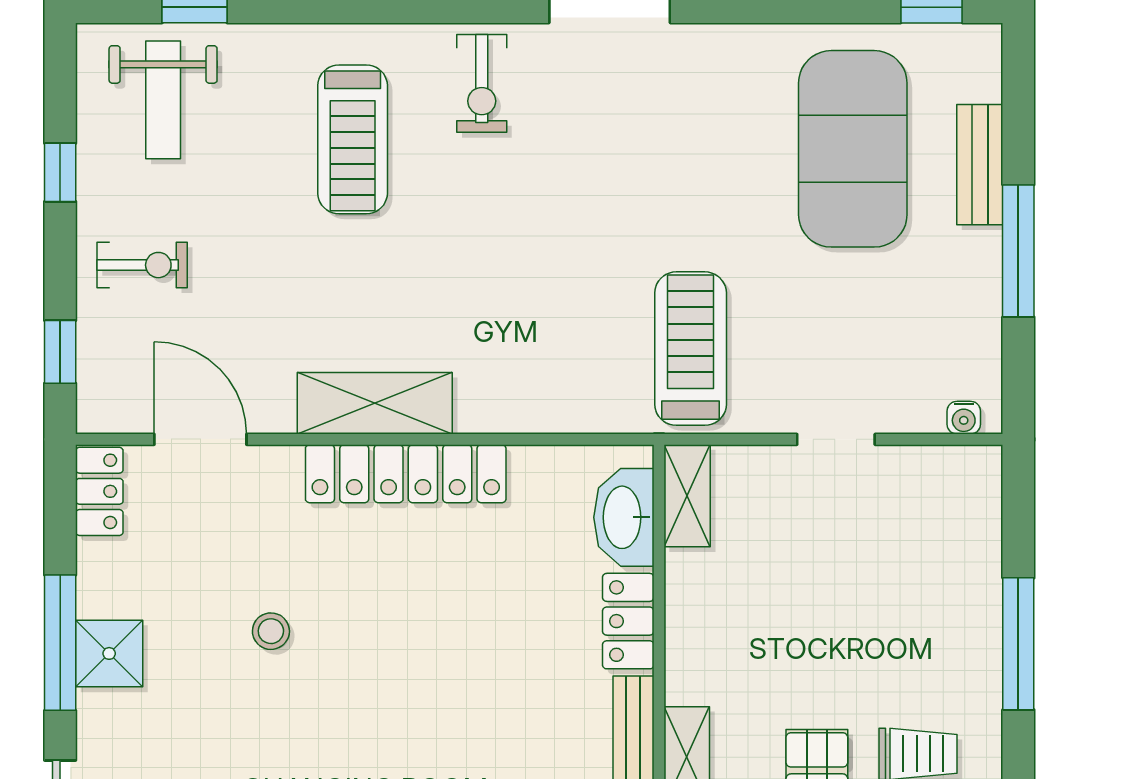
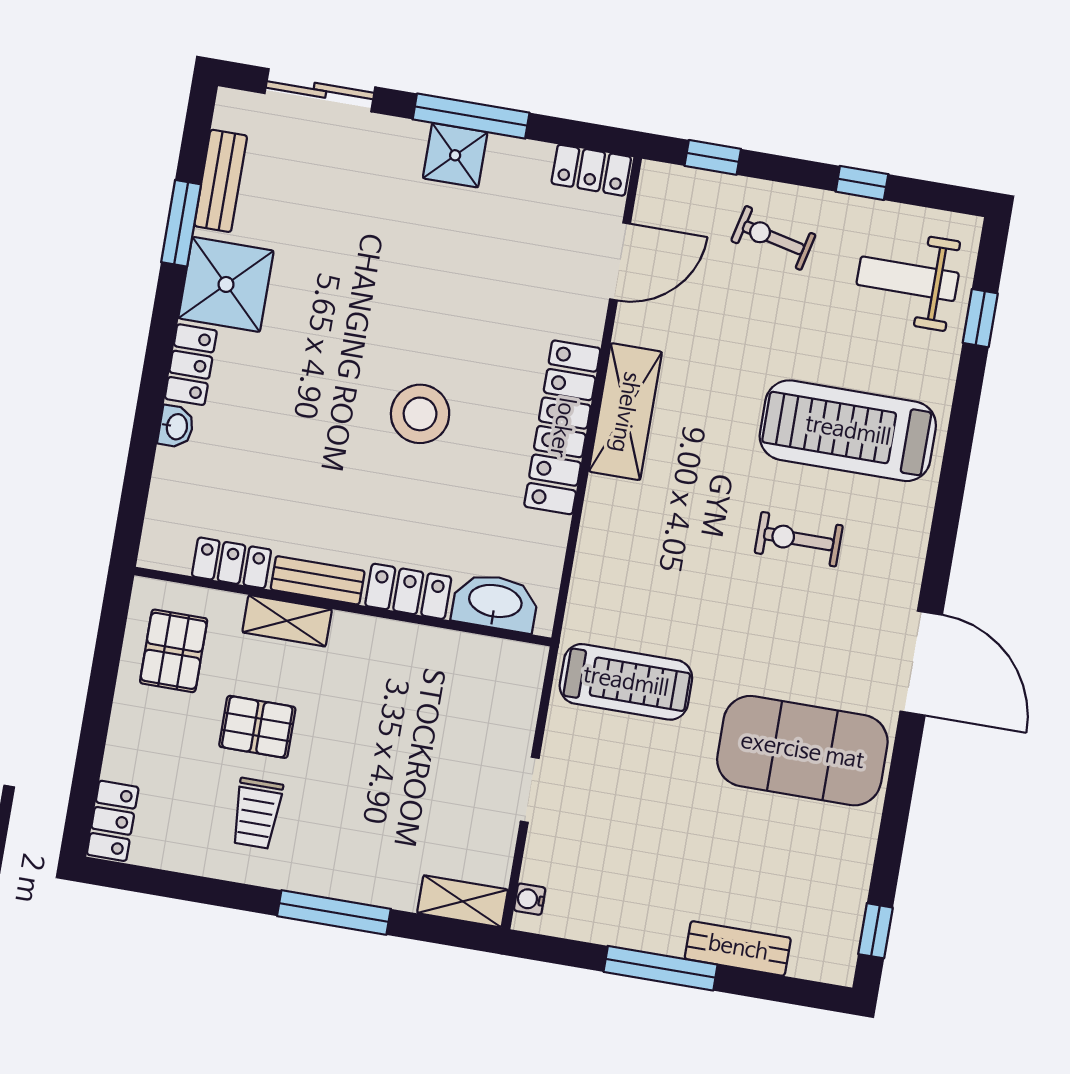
exercise bike: (482, 83) -> (799, 539), moved
treadmill: (353, 139) -> (848, 431), width x1.37, depth x1.38
exercise mat: (853, 149) -> (802, 751), moved
exercise bike: (142, 265) -> (773, 238), turned 103
shelving: (687, 496) -> (463, 901), moved
stool: (271, 631) -> (420, 414), moved, width x1.89, depth x1.89

